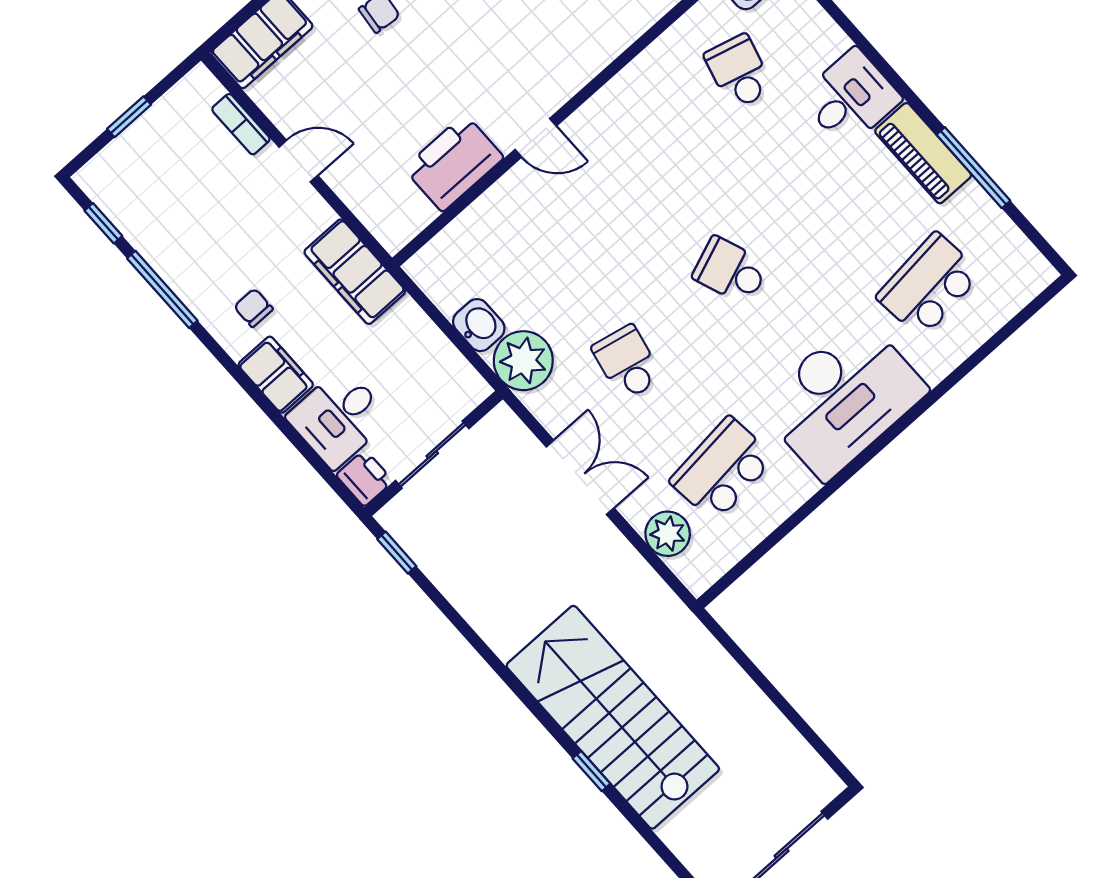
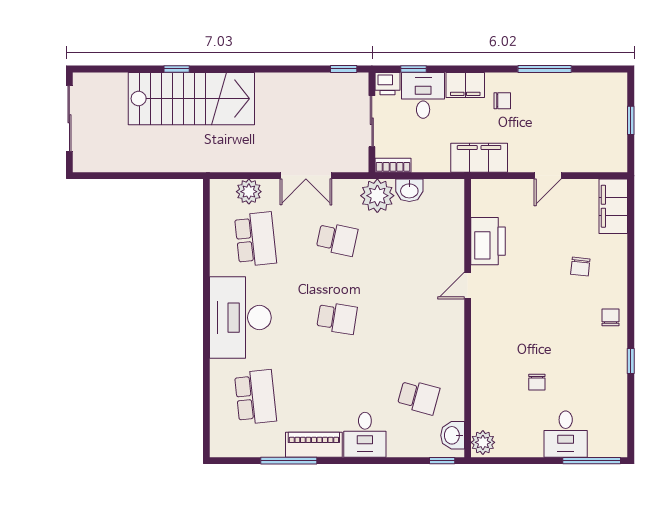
bookcase: (241, 124) -> (393, 165), moved
window: (103, 223) -> (413, 69), moved
school desk: (730, 271) -> (337, 318), turned 30

